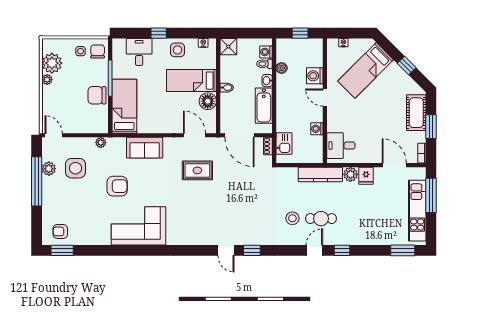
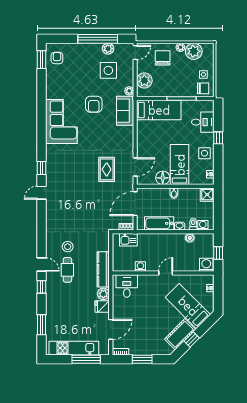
washing machine: (315, 76) -> (206, 265), moved
chair: (97, 95) -> (163, 58), moved
cot: (416, 113) -> (180, 334), moved, turned -45
plant: (88, 124) -> (144, 80), added
sofa: (145, 148) -> (125, 111), moved
window: (252, 250) -> (42, 168), moved
window: (403, 250) -> (42, 325), moved

